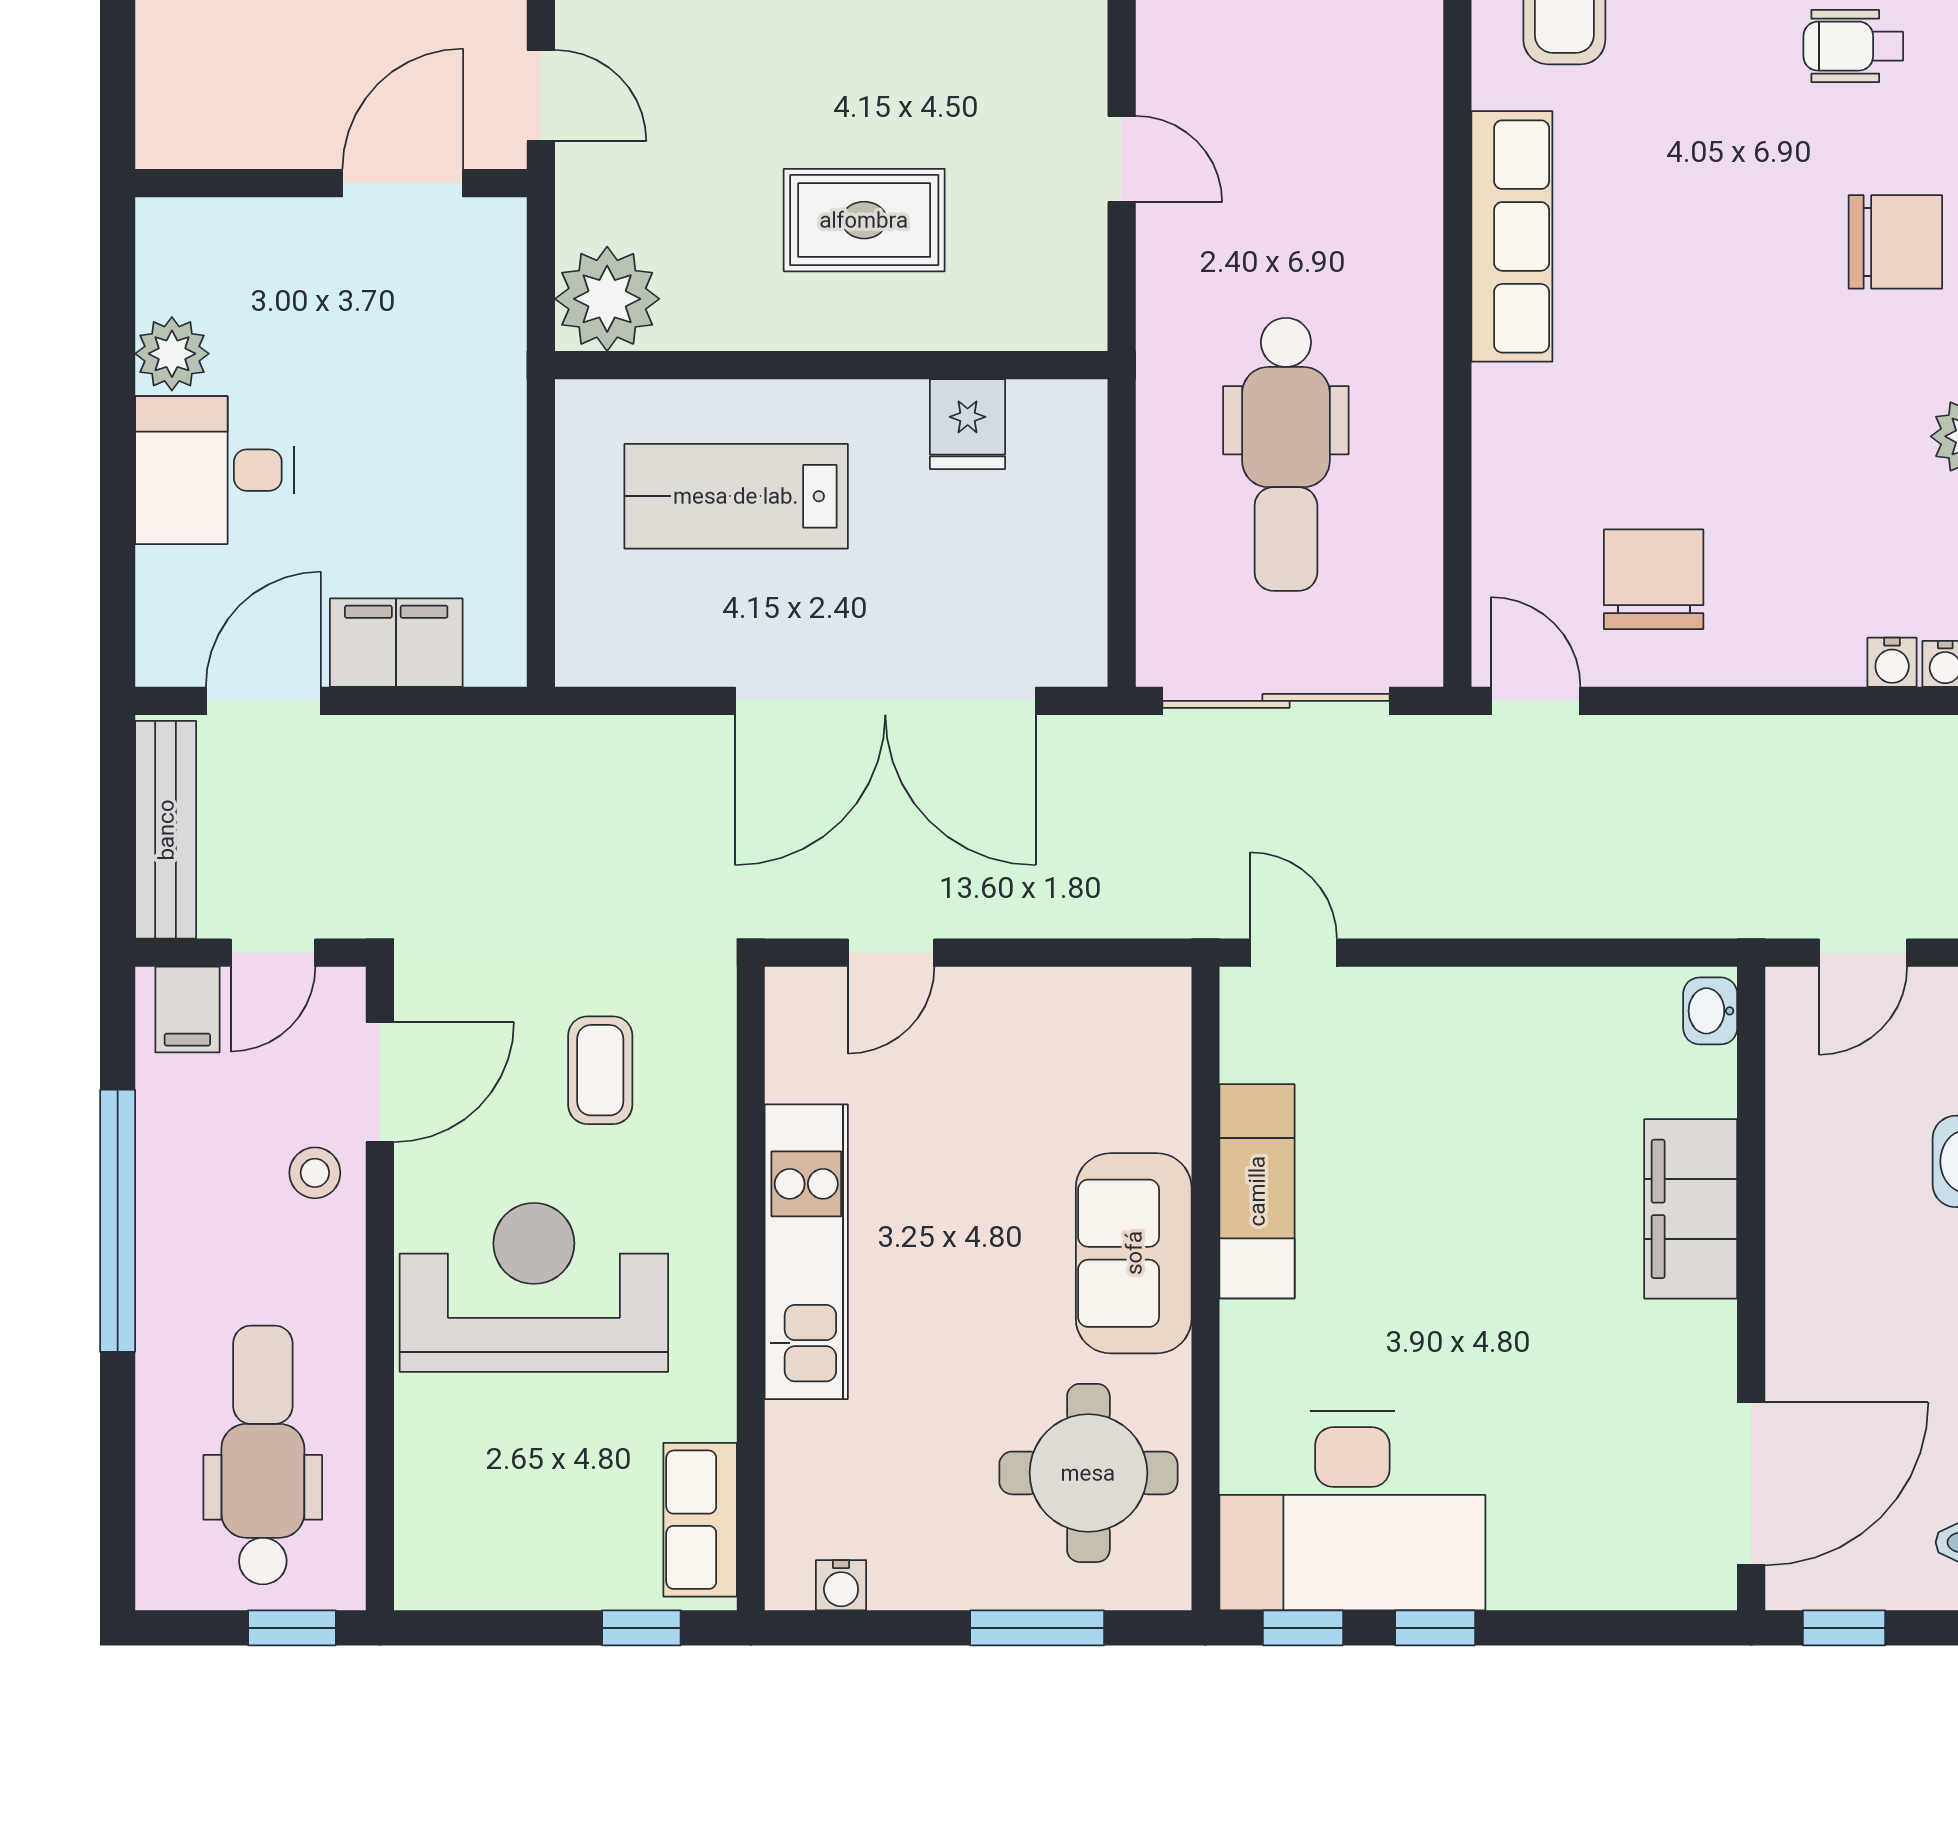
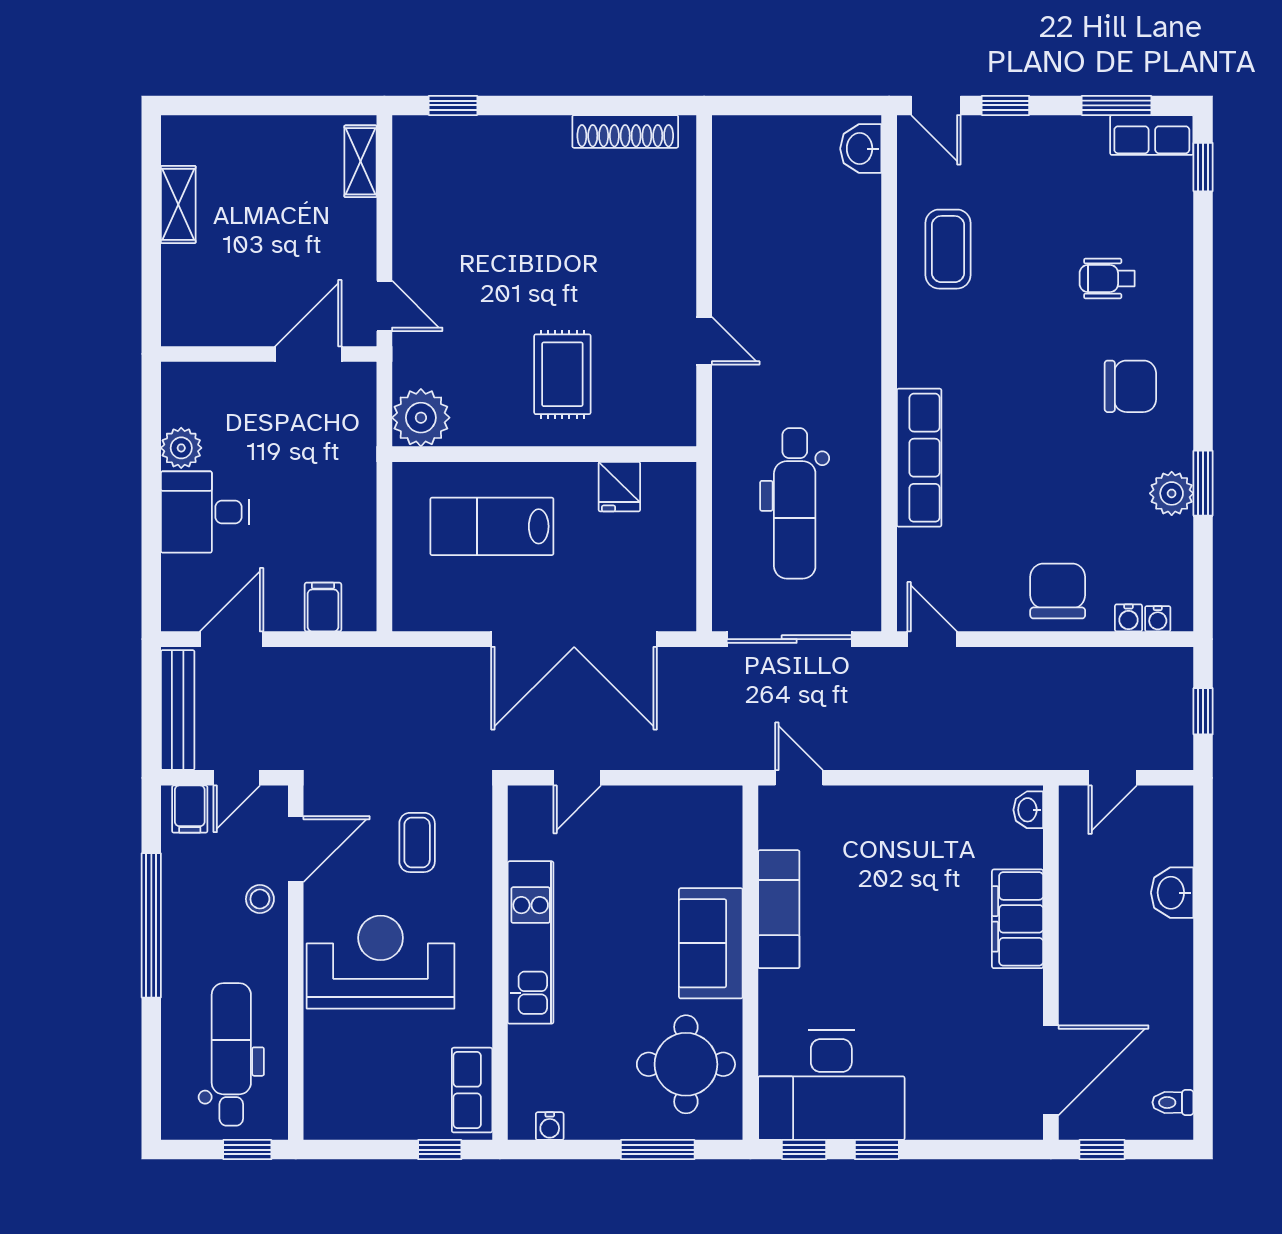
rug: (864, 220) -> (562, 374), turned 90
row of seats: (1512, 236) -> (919, 458), moved
chair: (1654, 579) -> (1058, 591), moved
filing cabinet: (396, 643) -> (323, 607), width x0.50

